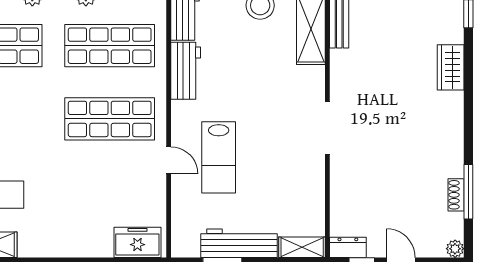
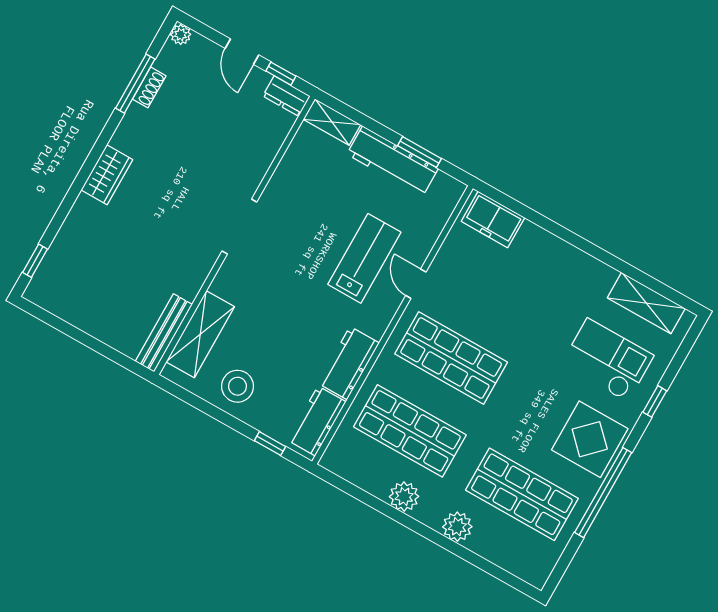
wardrobe: (451, 67) -> (107, 175), moved

